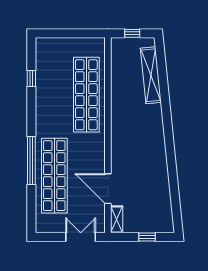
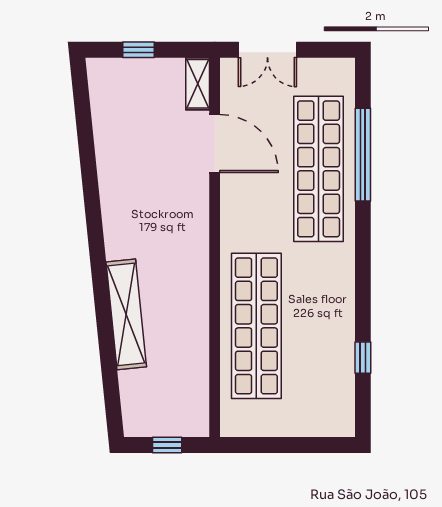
shelving: (151, 75) -> (126, 314), moved
window: (31, 160) -> (363, 155), moved

